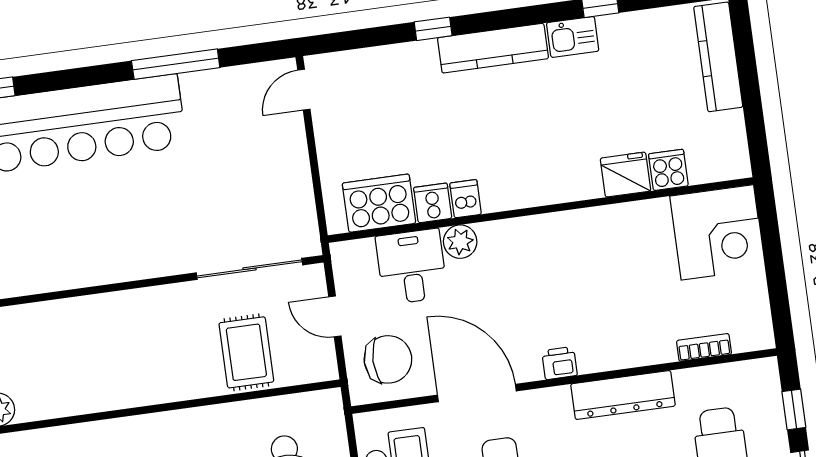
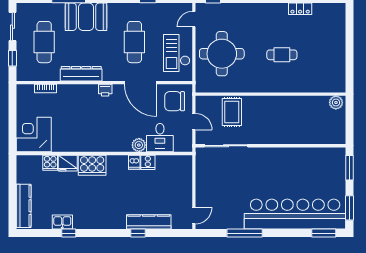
kitchen sink: (573, 37) -> (62, 222), moved
kitchen counter: (493, 48) -> (149, 222), moved
cooker: (379, 203) -> (92, 165), moved

